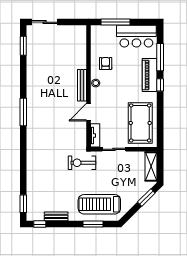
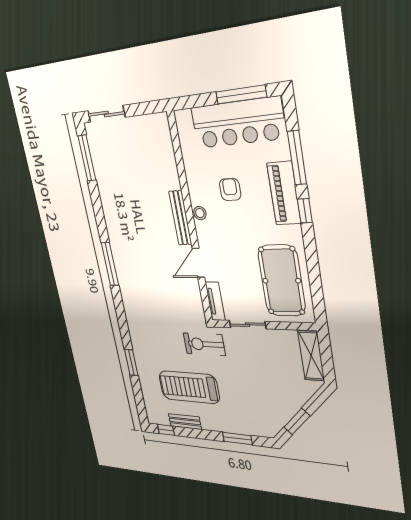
window: (115, 22) -> (241, 94), moved
bar counter: (136, 36) -> (238, 123), width x1.36
window: (23, 46) -> (87, 158), width x1.44
armchair: (106, 63) -> (230, 189), moved
window: (146, 198) -> (297, 422), moved
window: (23, 204) -> (131, 362), moved
treadmill: (99, 204) -> (189, 387), moved

